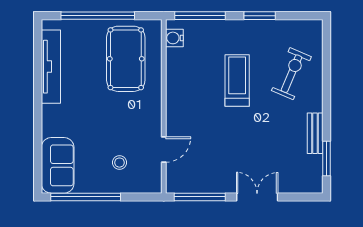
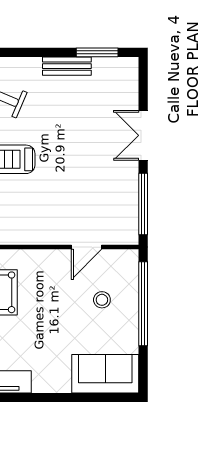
door: (164, 150) -> (86, 247), swing flipped
window: (86, 197) -> (143, 304), moved

